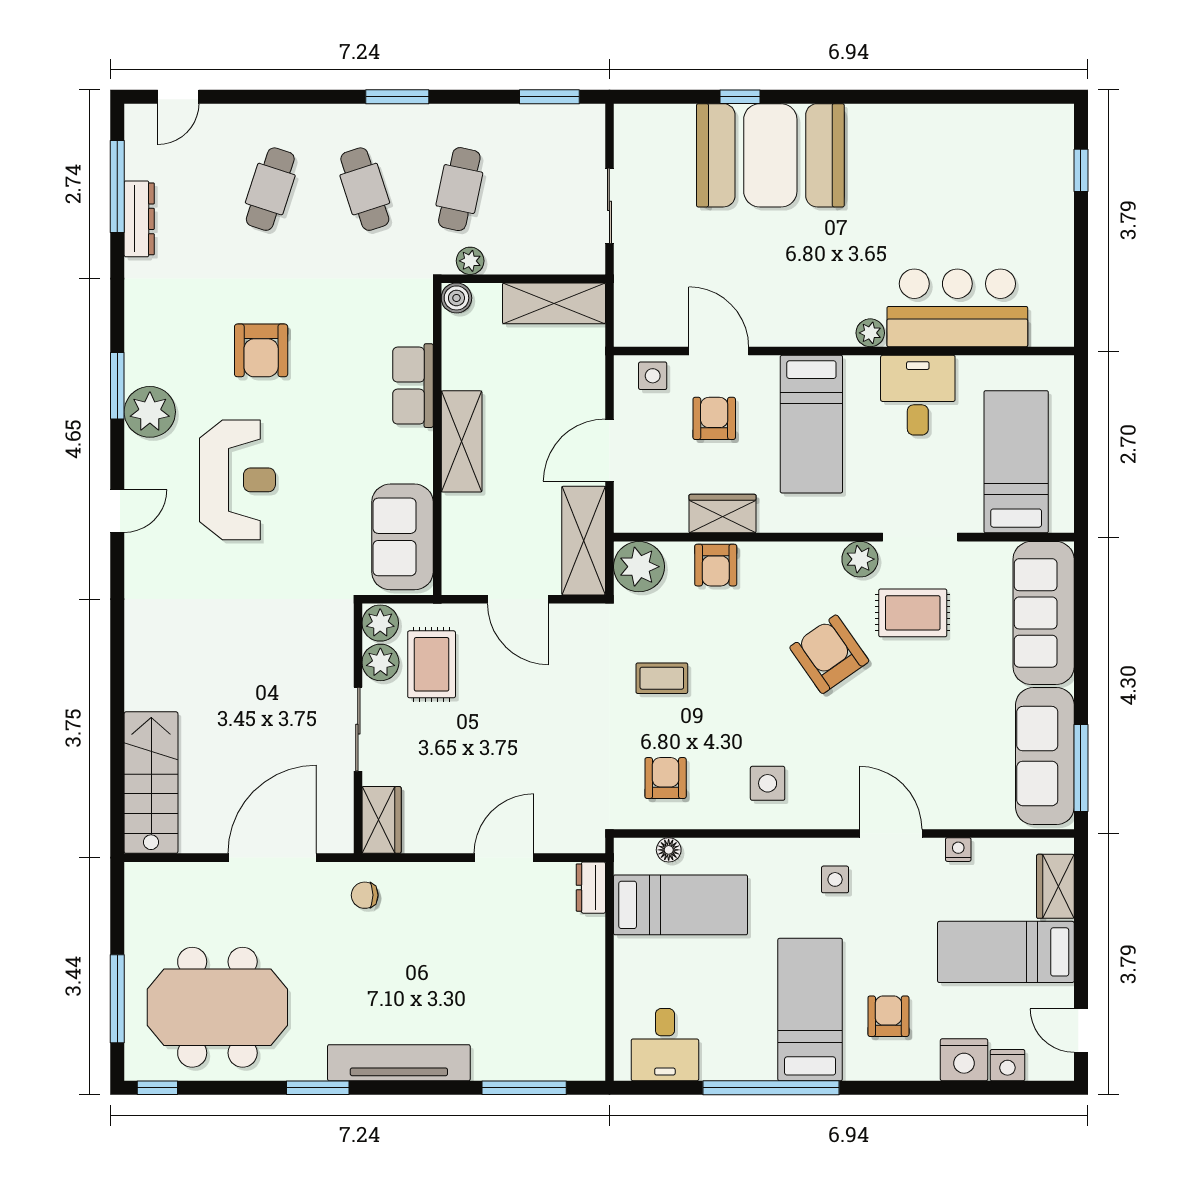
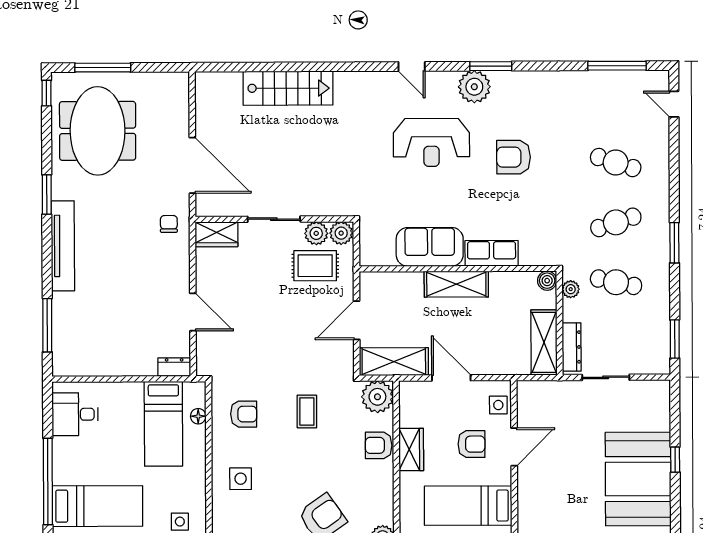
dresser: (139, 219) -> (572, 347), moved, turned -90
sofa: (402, 537) -> (430, 247), moved
stairs: (151, 783) -> (288, 88), moved

